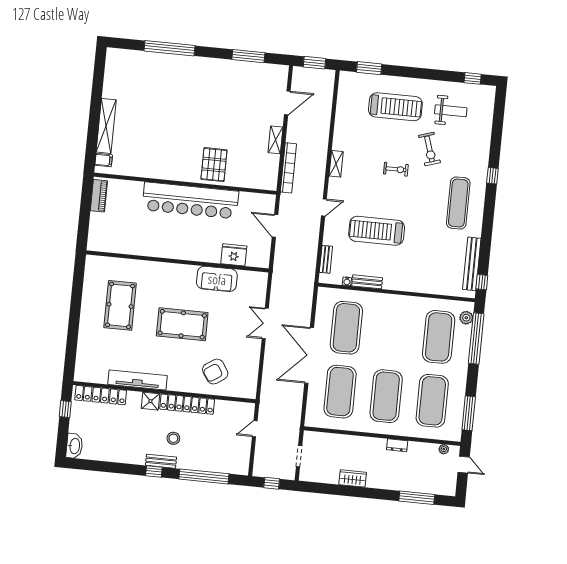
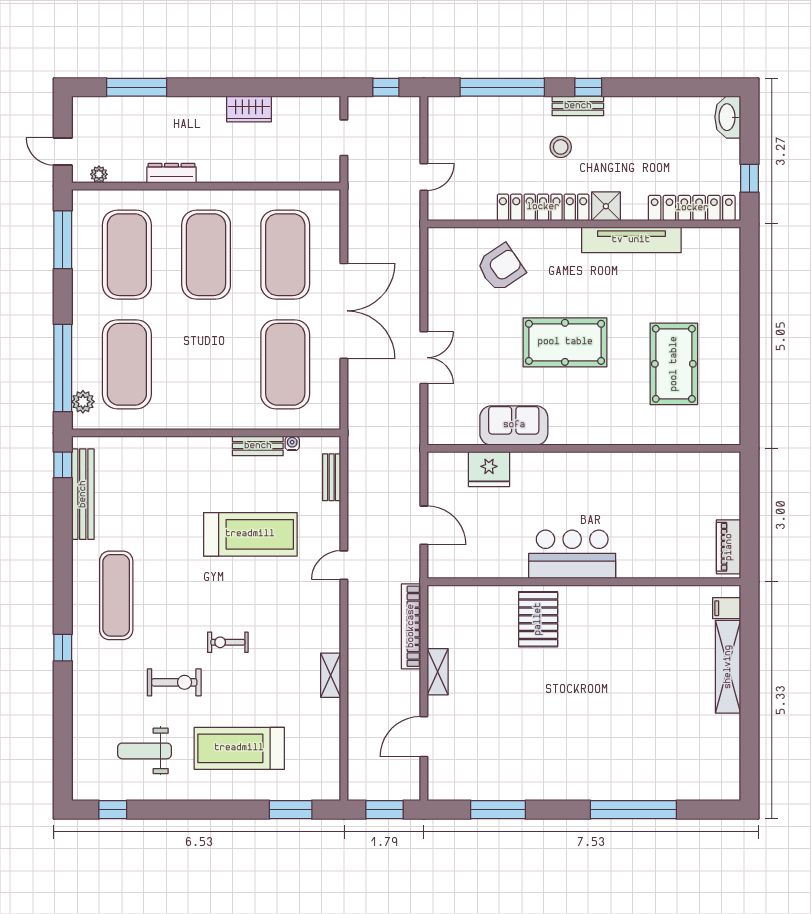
exercise bike: (429, 149) -> (174, 682), turned 108
shelving: (336, 164) -> (331, 675), moved
bar counter: (190, 200) -> (572, 554), width x0.54
dresser: (397, 445) -> (171, 173), width x1.44

